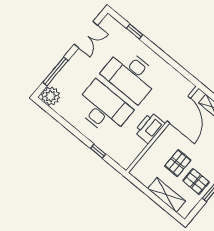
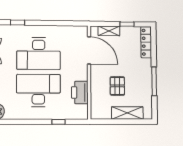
printer: (150, 128) -> (80, 92), moved
pallet: (196, 181) -> (139, 88), removed

